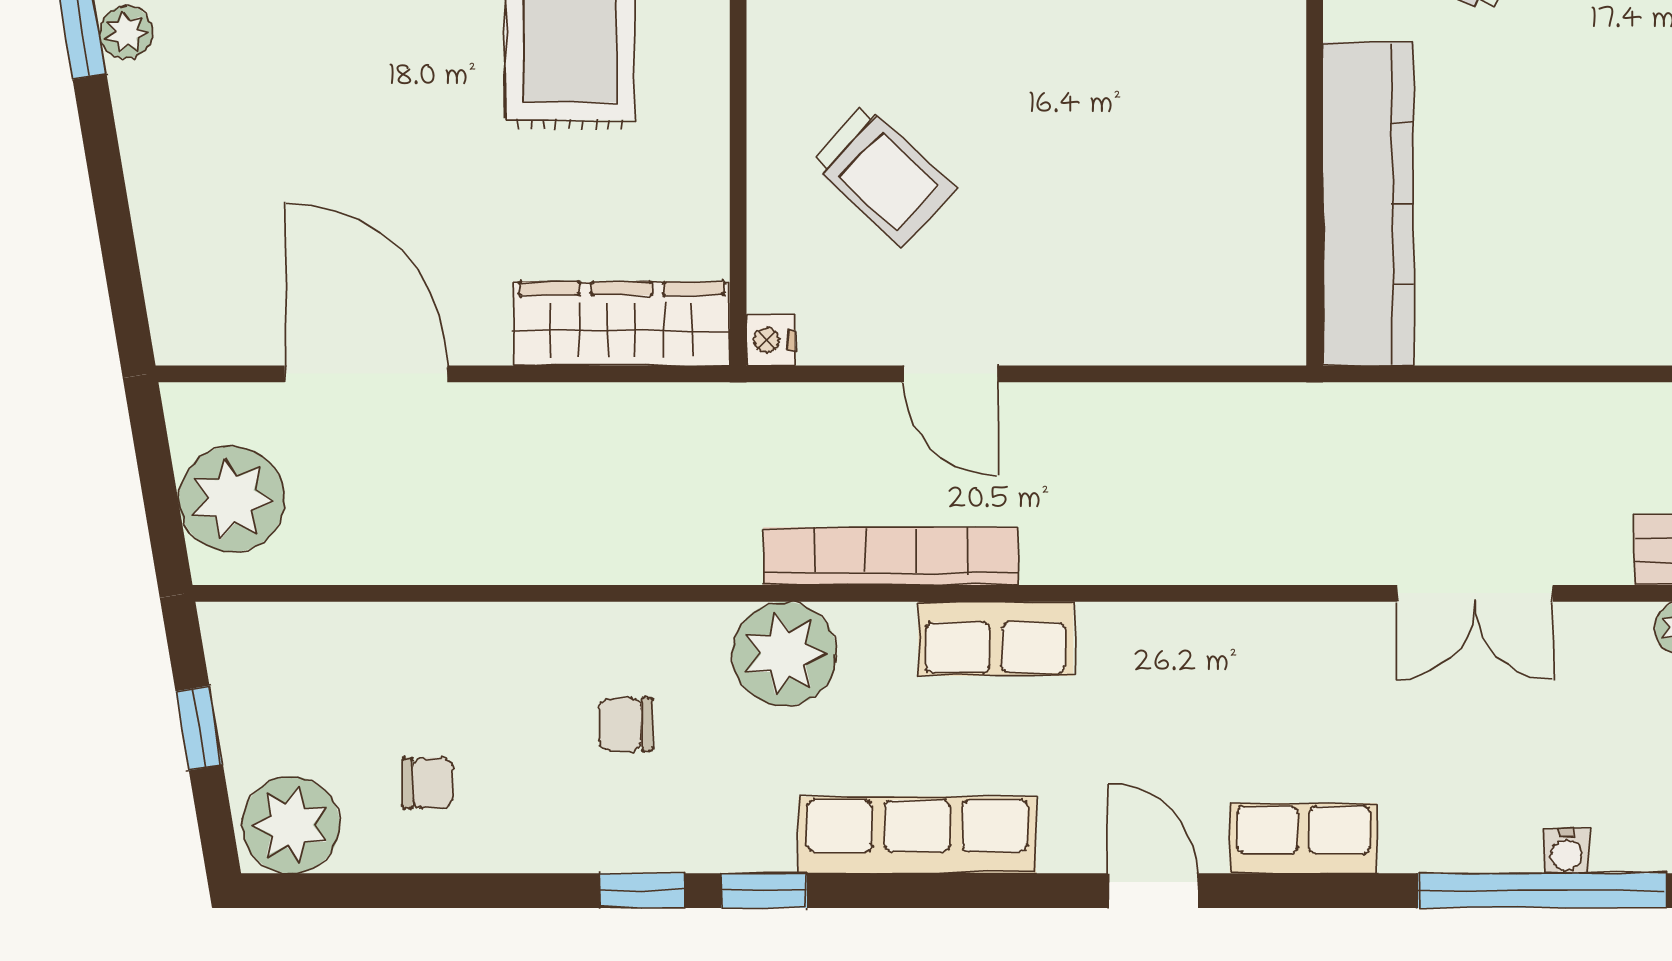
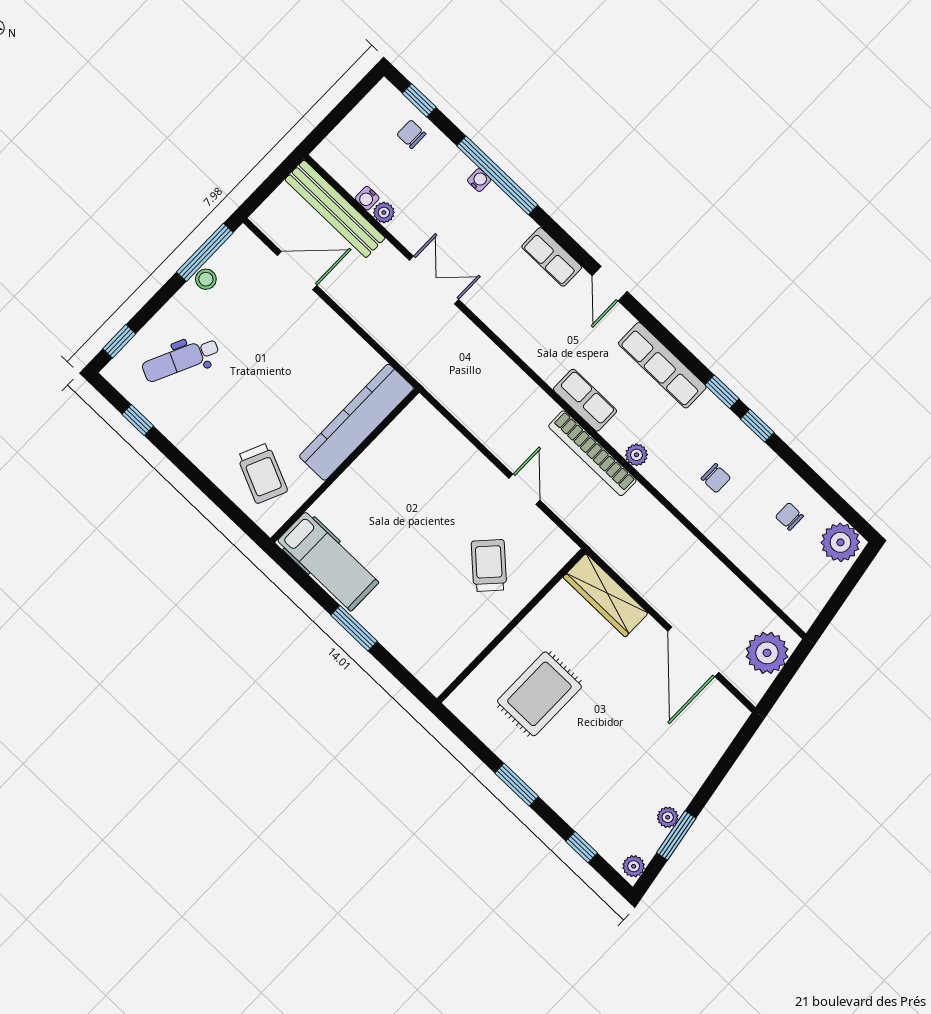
nightstand: (770, 340) -> (567, 549), removed
plant: (784, 654) -> (637, 455), width x0.53, depth x0.53
window: (199, 728) -> (840, 596), removed

